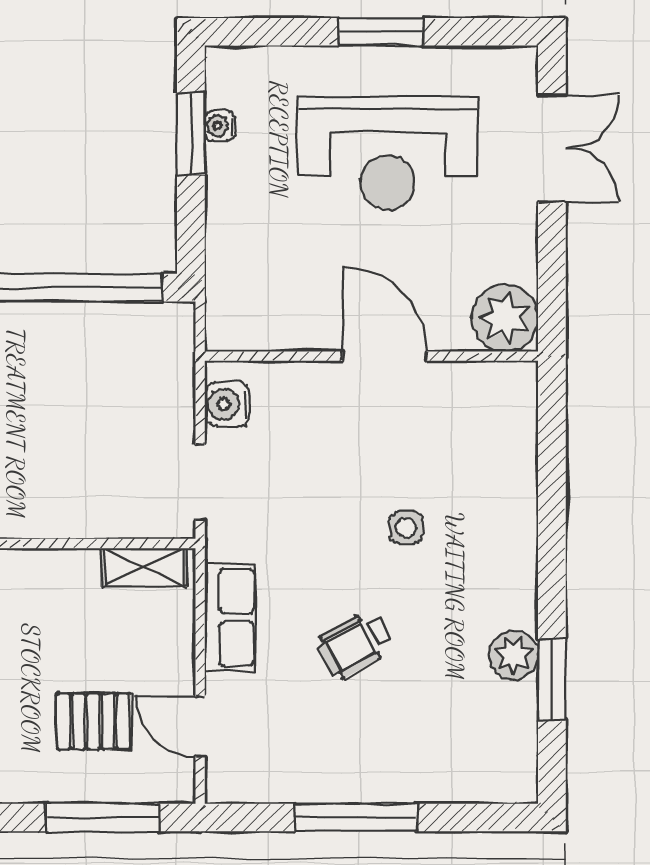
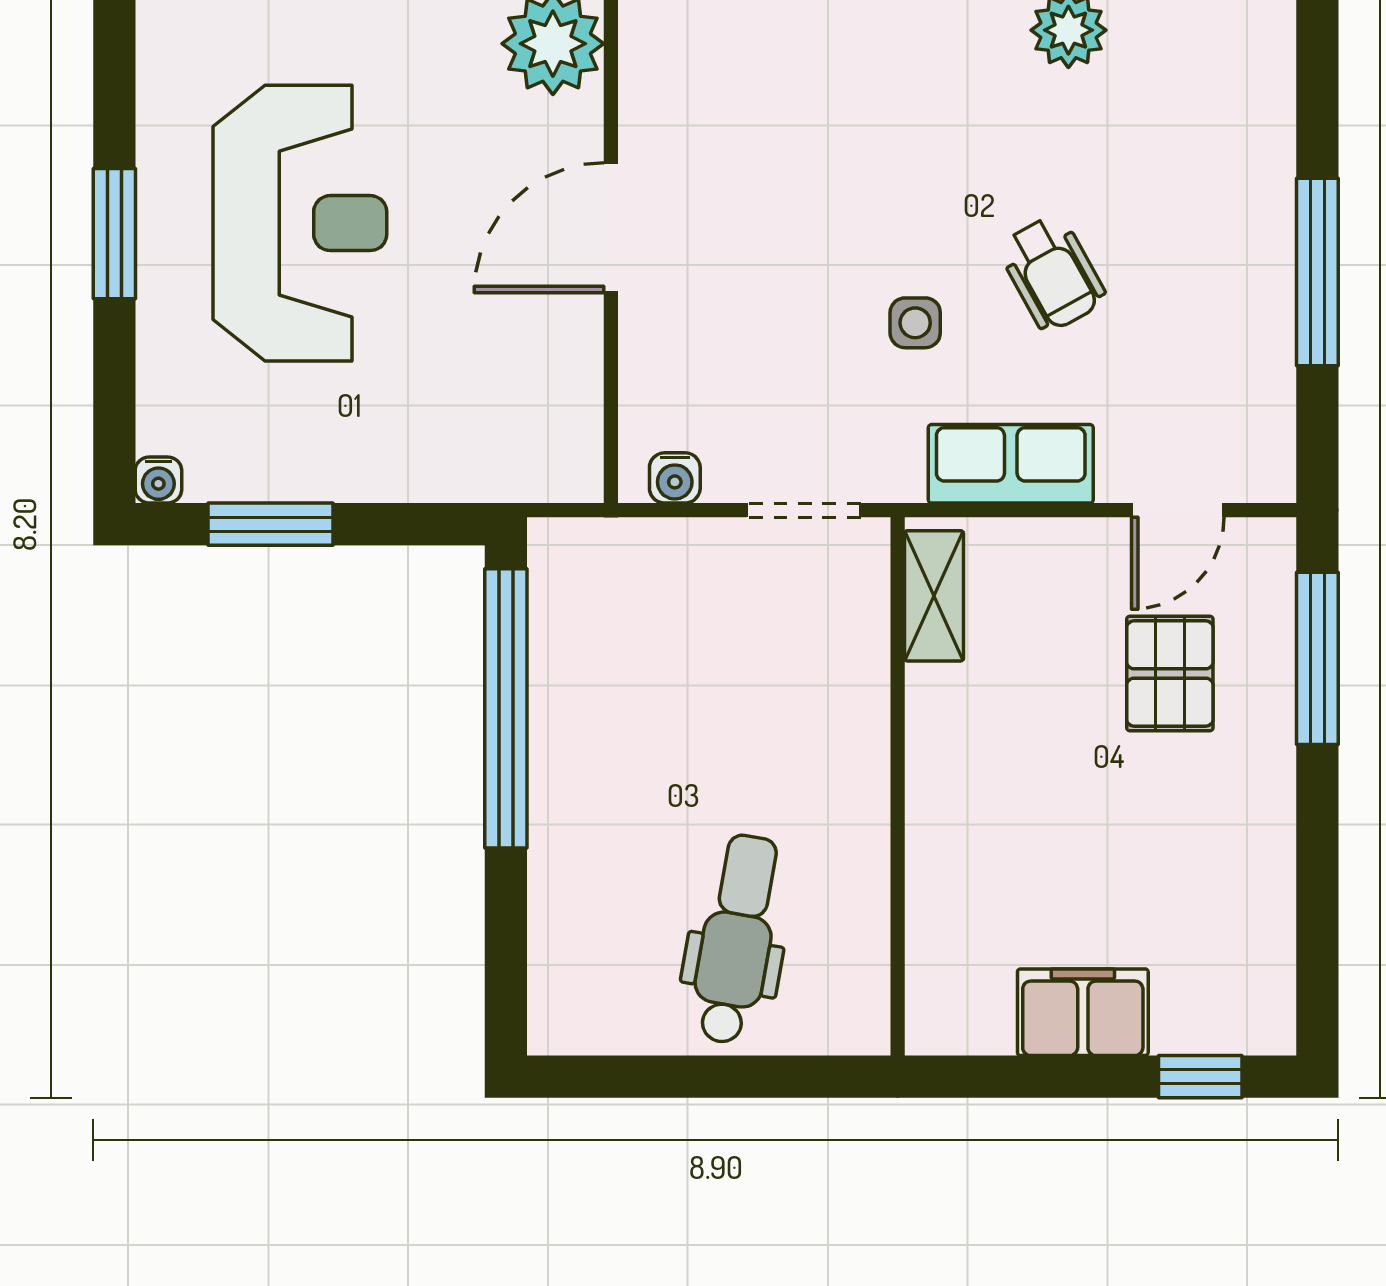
water cooler: (220, 126) -> (158, 480), moved
water cooler: (227, 404) -> (675, 478), width x0.72, depth x0.72
side table: (406, 528) -> (915, 323), moved

